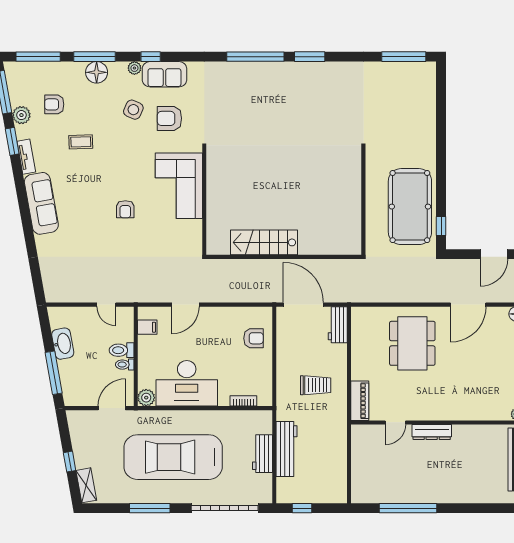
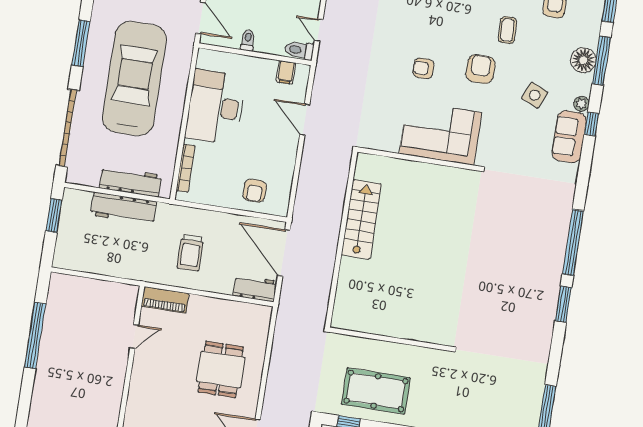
armchair: (169, 118) -> (481, 69), moved
pool table: (410, 207) -> (376, 391), width x0.73, depth x0.76
door: (106, 305) -> (319, 30), hinge flipped
door: (303, 305) -> (284, 253), swing flipped
dining table: (412, 343) -> (221, 369), width x0.73
toilet: (122, 350) -> (299, 50), moved, turned -90
plant: (146, 398) -> (206, 59), removed
bookcase: (243, 401) -> (186, 168), width x1.56
door: (395, 422) -> (134, 336), swing flipped
dresser: (432, 432) -> (117, 376), removed
workbench: (263, 454) -> (131, 182), width x1.38
window: (302, 508) -> (54, 215), width x1.50

